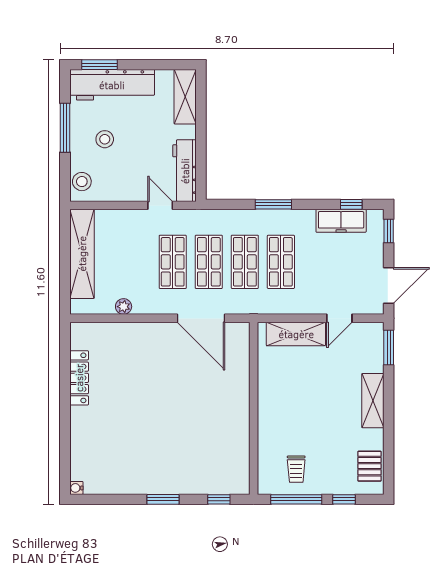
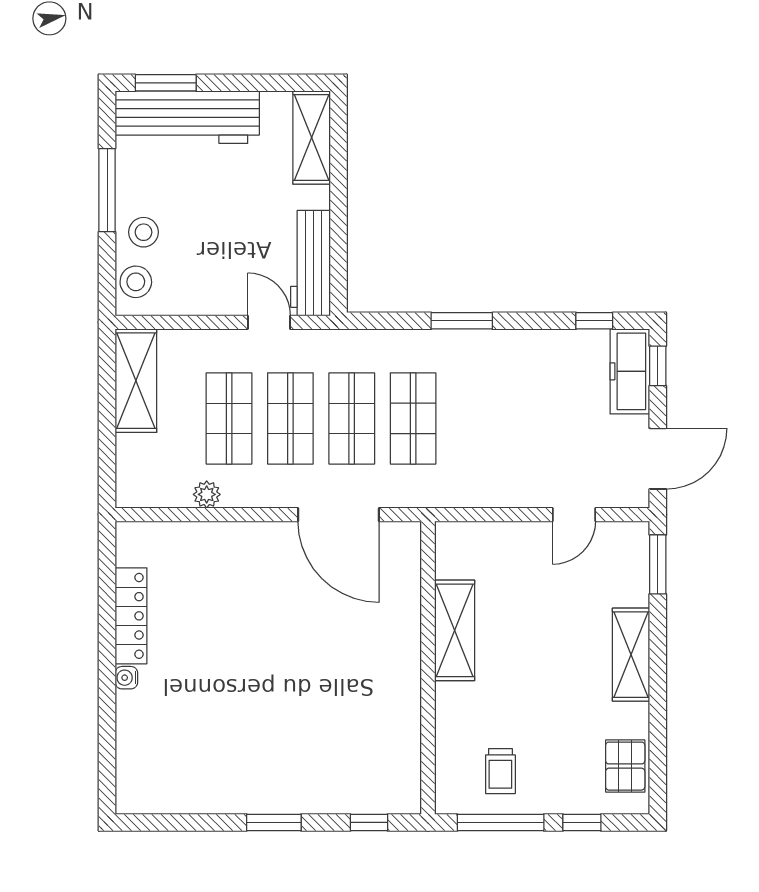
stool: (105, 139) -> (144, 232), moved
freezer: (341, 221) -> (630, 371), moved, turned 90
shelving: (82, 254) -> (136, 381), width x0.68
shop shelf: (281, 262) -> (229, 418), moved
shelving: (296, 334) -> (455, 630), moved, turned 90
water cooler: (76, 488) -> (126, 678), moved

